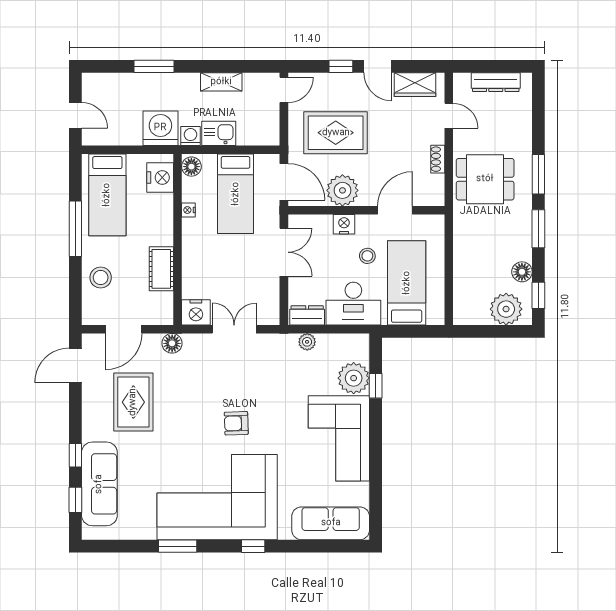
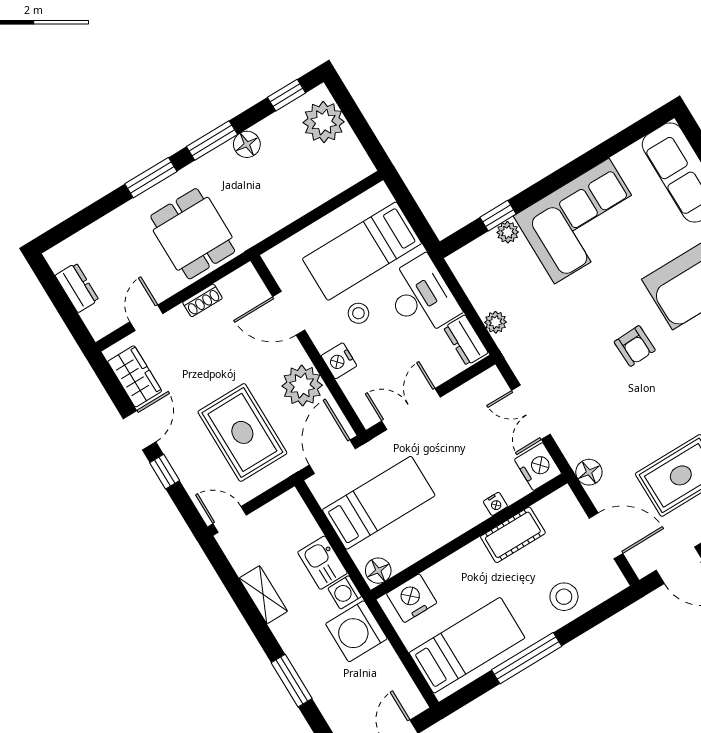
dresser: (496, 82) -> (77, 288), width x0.70
nightstand: (188, 210) -> (495, 504), moved
floor lamp: (522, 272) -> (247, 144), moved
plant: (354, 378) -> (508, 232), width x0.53, depth x0.53

